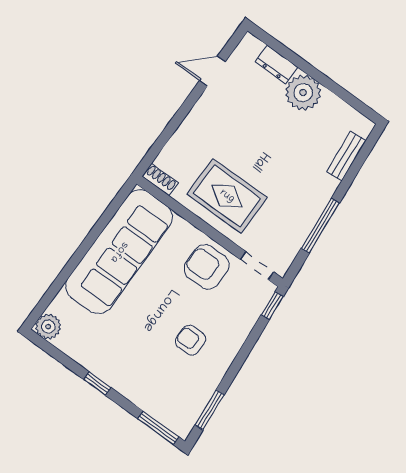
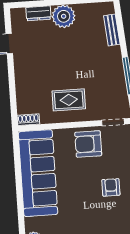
rug: (227, 196) -> (69, 100), width x0.73, depth x0.70
armchair: (191, 340) -> (111, 187), turned 90

